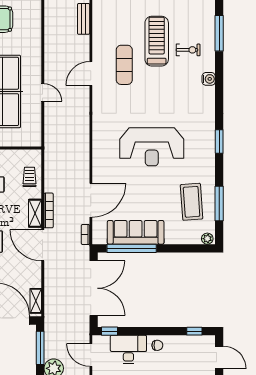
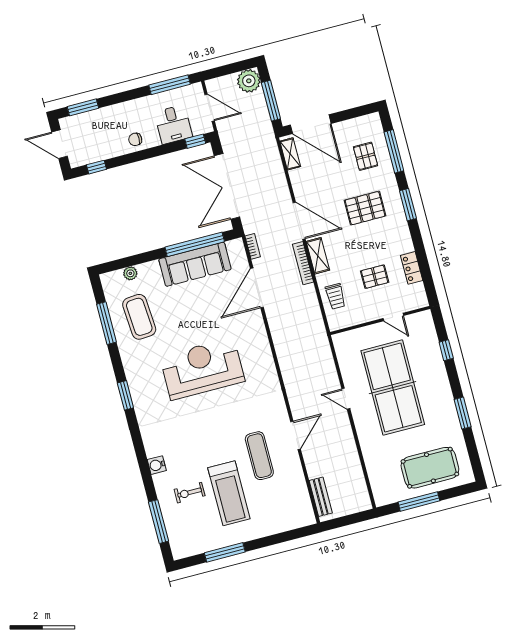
plant: (207, 239) -> (130, 273), moved
desk: (128, 349) -> (173, 124), width x0.73

